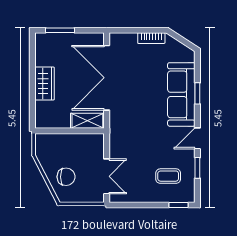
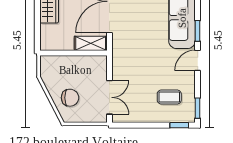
window: (197, 93) -> (198, 31), moved
window: (197, 168) -> (198, 108), moved

